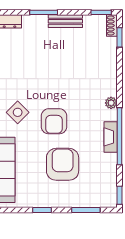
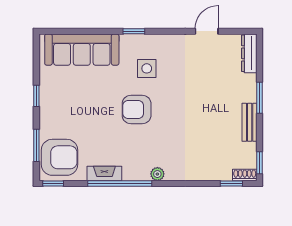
side table: (18, 112) -> (147, 68), turned 45
fireplace: (111, 137) -> (104, 173), moved
armchair: (63, 164) -> (59, 157), moved

